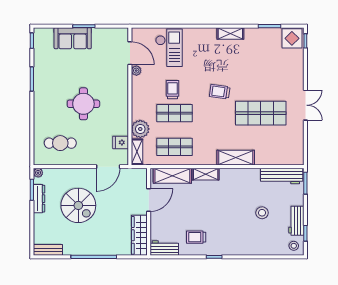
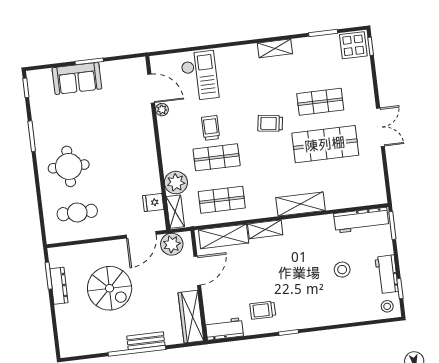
shop shelf: (261, 79) -> (320, 102), added
round table: (83, 104) -> (69, 166), moved
plant: (38, 173) -> (172, 244), moved, width x1.88, depth x1.88
bench: (48, 250) -> (146, 341), moved

